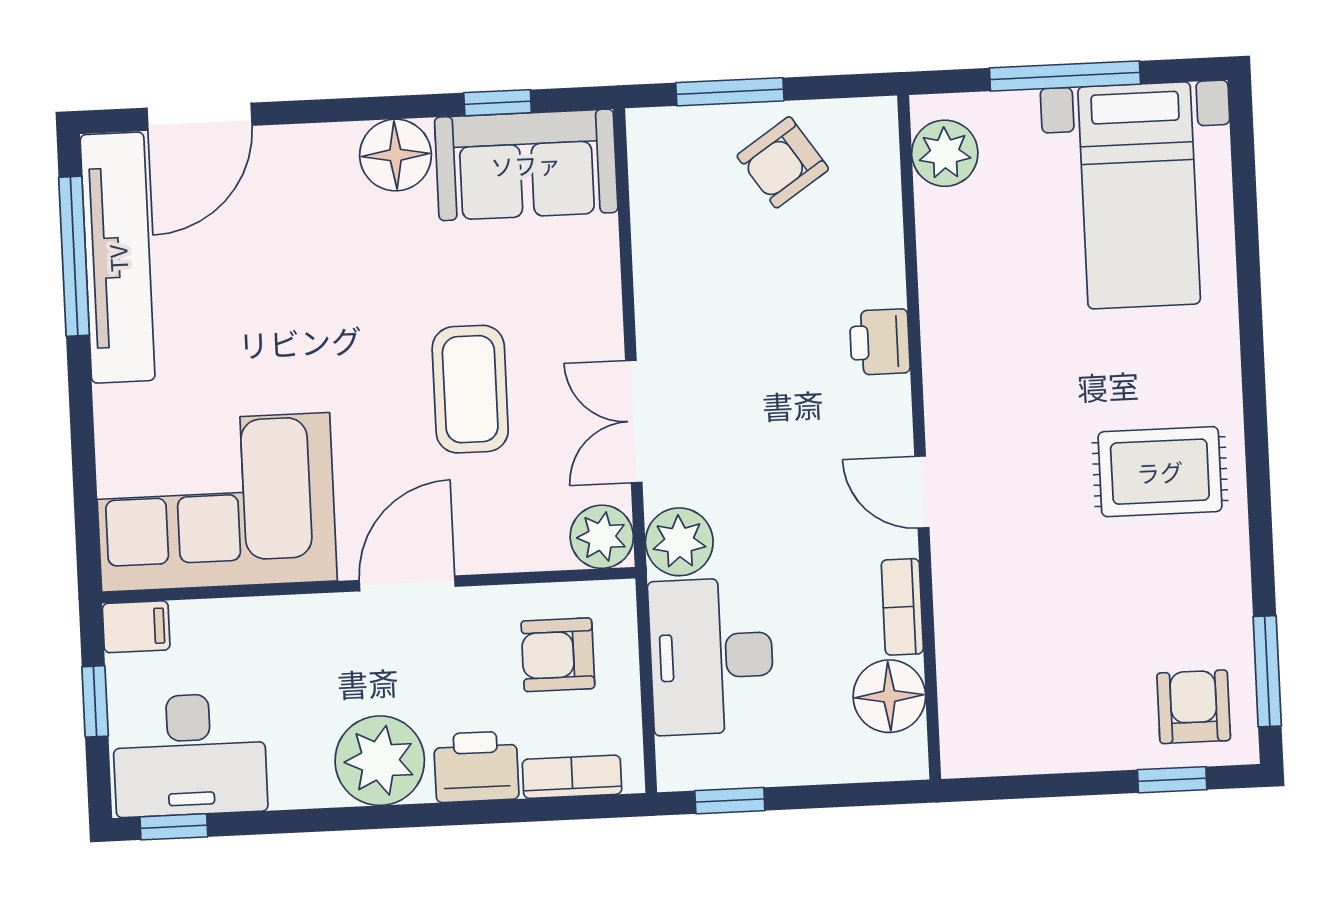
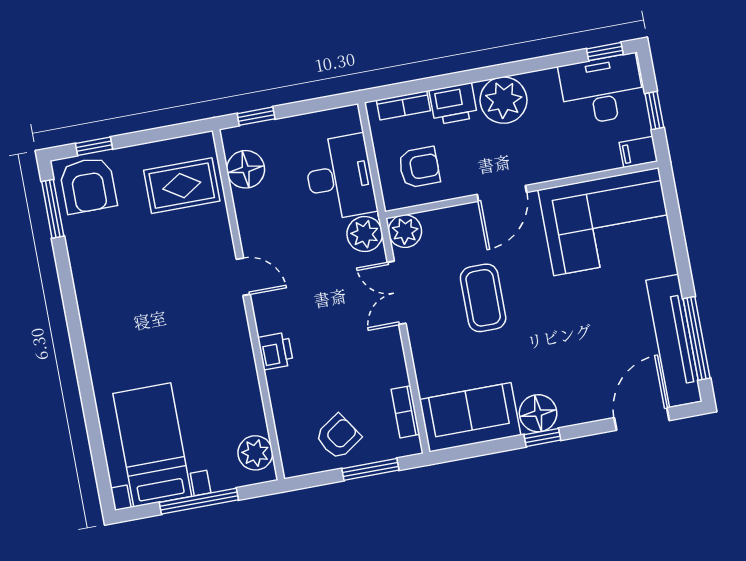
window: (498, 103) -> (542, 437), moved
double door: (634, 421) -> (397, 293), swing flipped
rug: (1160, 472) -> (182, 186), moved
bookcase: (902, 607) -> (405, 412), moved, turned 180
armchair: (1194, 707) -> (88, 185), width x1.38, depth x1.38
window: (730, 801) -> (256, 116), moved

